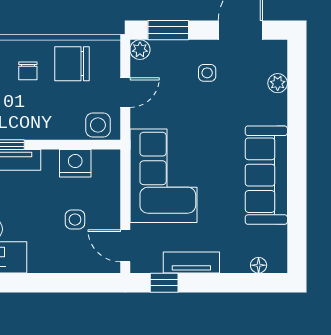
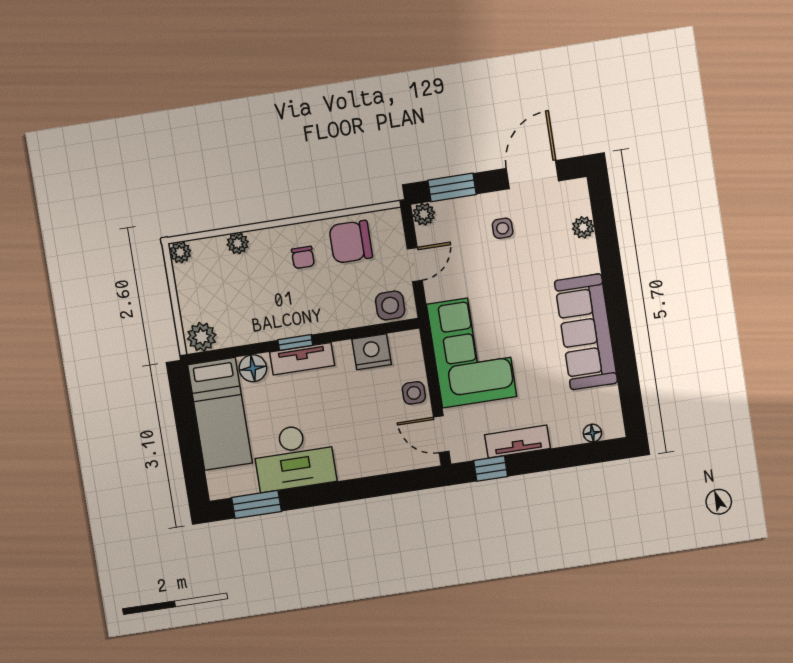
side table: (75, 220) -> (414, 393), moved

